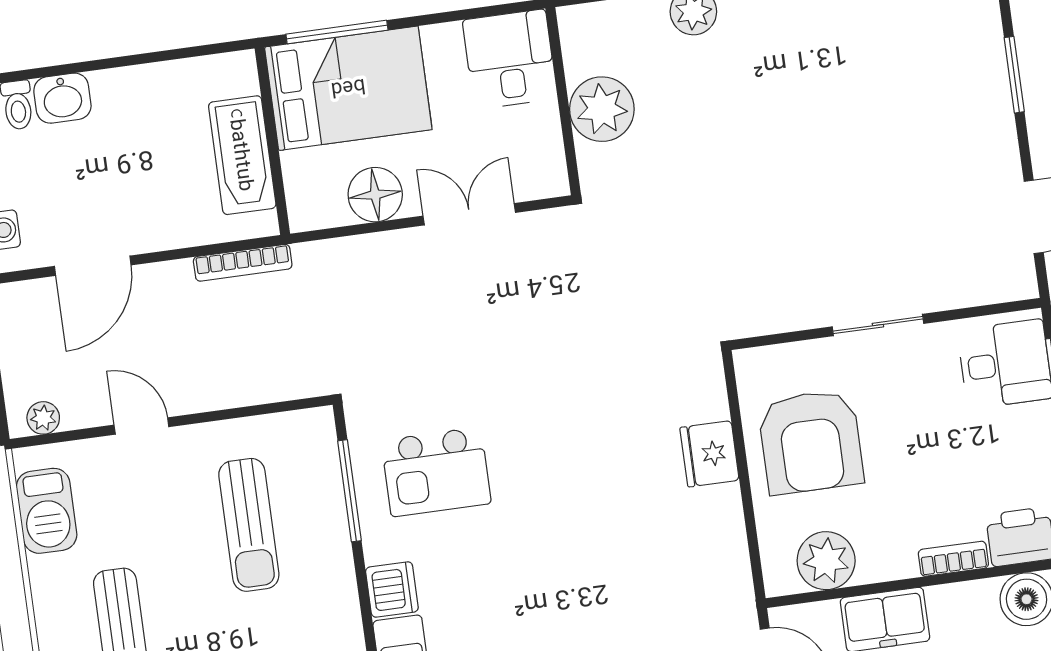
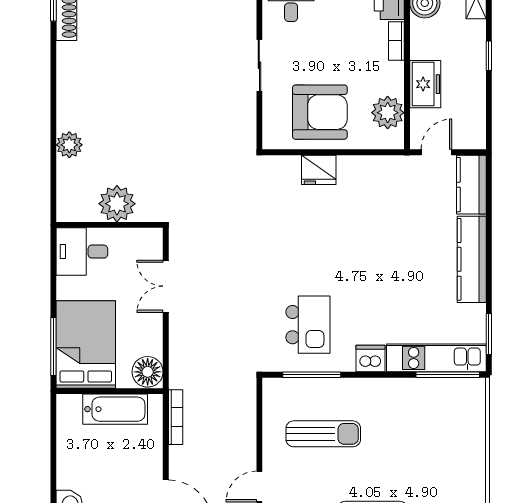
floor lamp: (375, 195) -> (148, 372), moved

